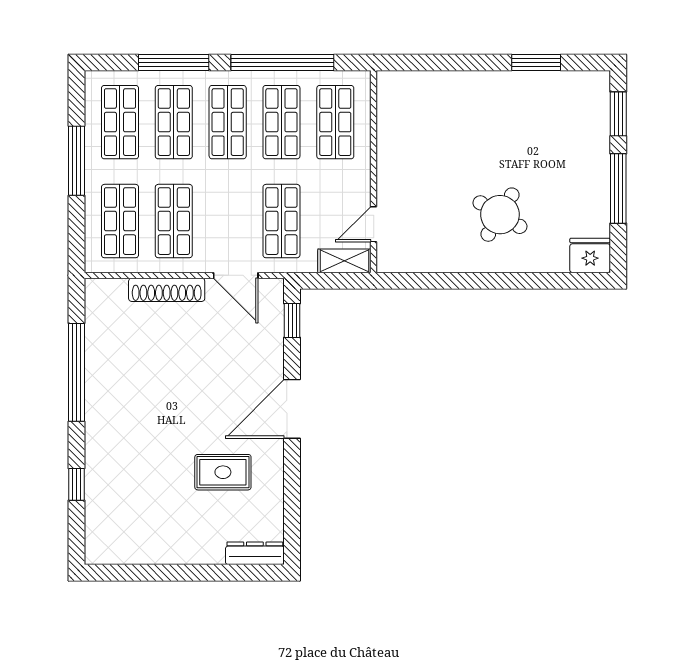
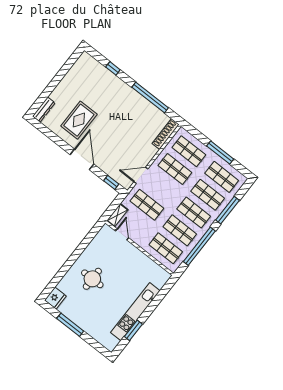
kitchen unit: (498, 86) -> (135, 312), added
window: (618, 114) -> (95, 344), removed
round table: (500, 215) -> (92, 279), turned -31
shoe rack: (167, 290) -> (166, 134), moved
rug: (223, 472) -> (79, 120), width x1.36, depth x1.43

